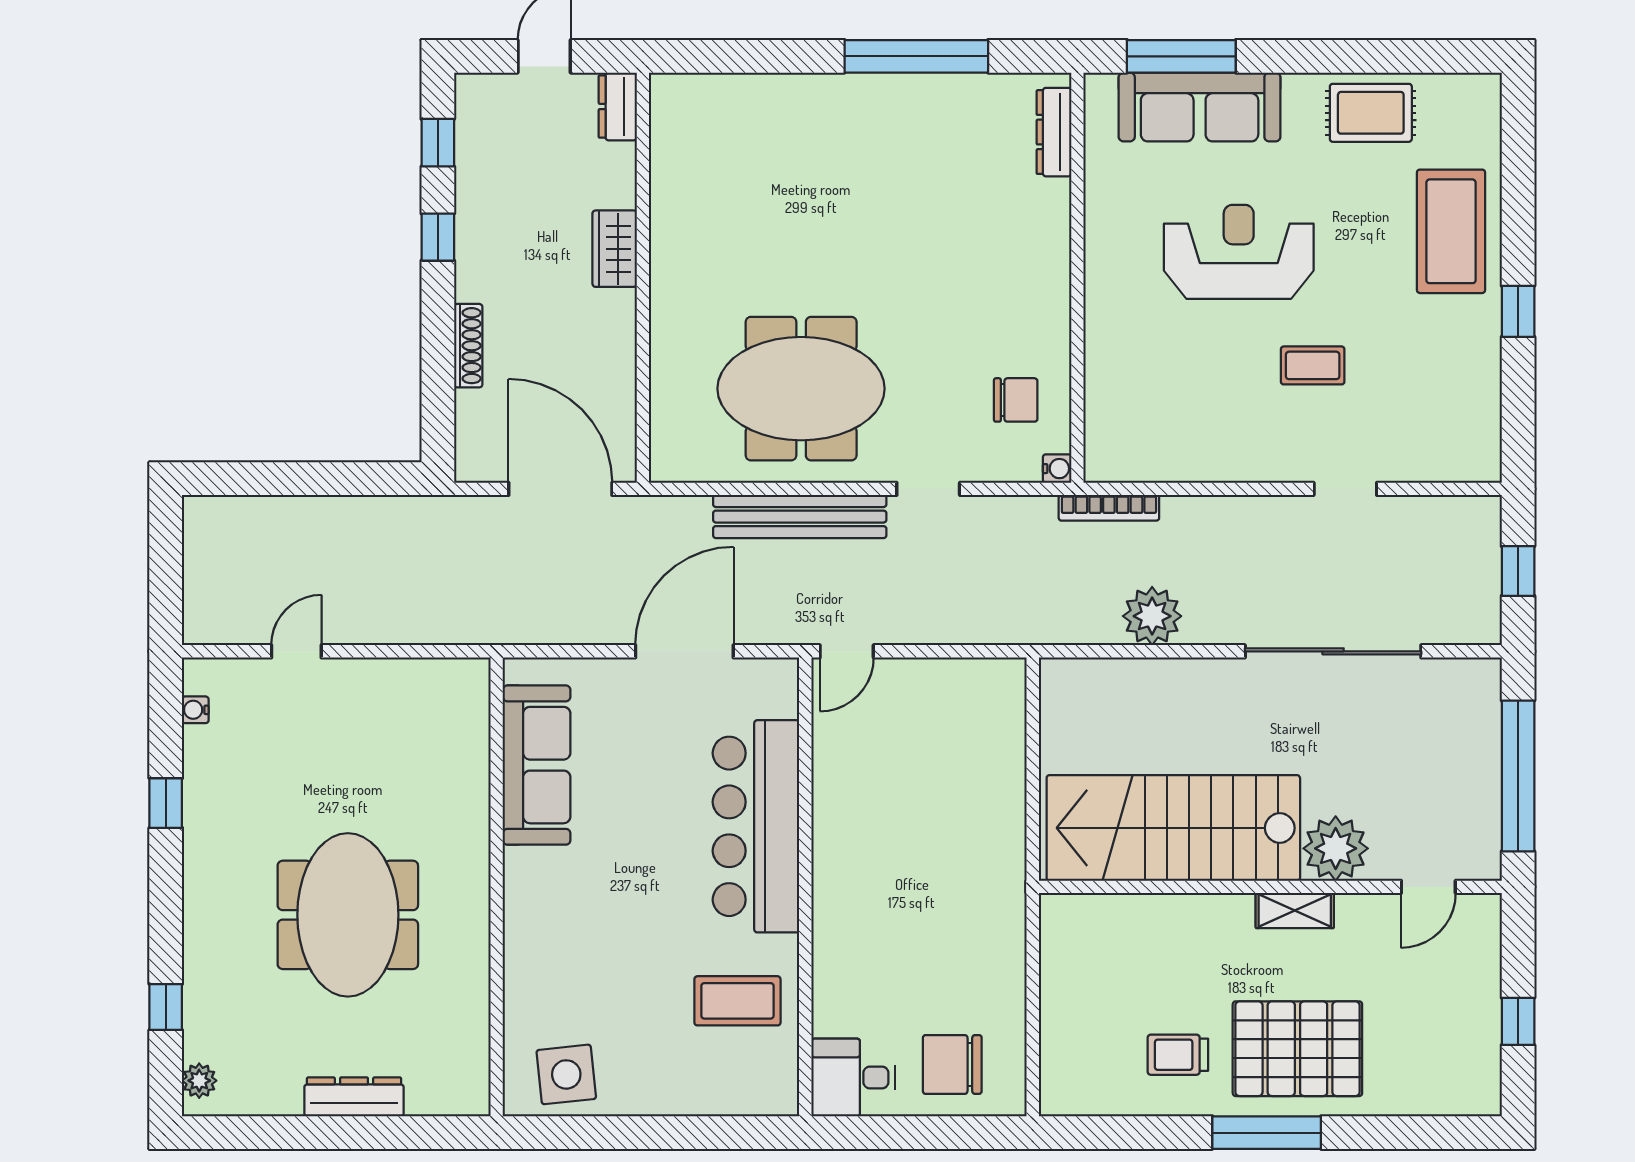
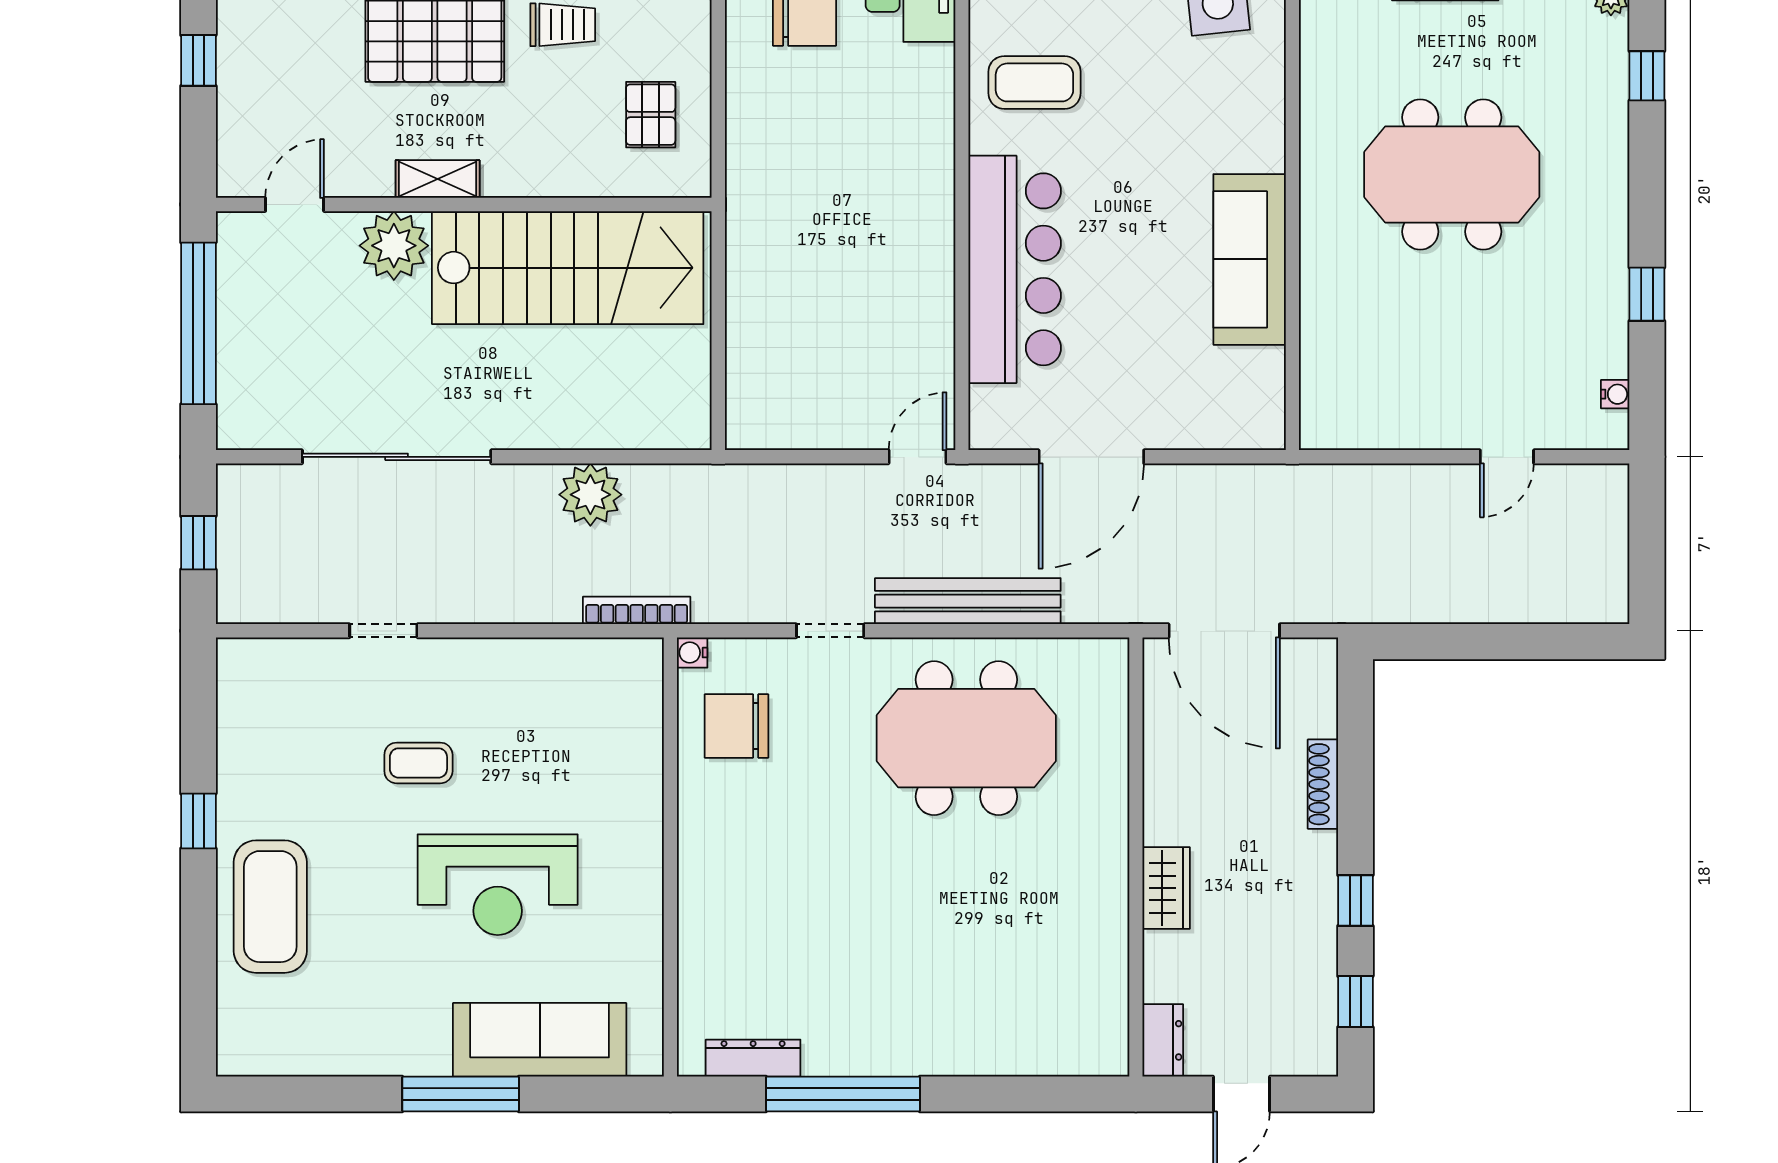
window: (1181, 56) -> (461, 1094), moved
rug: (1371, 113) -> (356, 1034), removed
dresser: (1054, 132) -> (753, 1058), moved, turned -90
chair: (1016, 400) -> (737, 726), width x1.37, depth x1.37
sofa: (537, 765) -> (1250, 259), moved
meeting table: (348, 915) -> (1452, 174), turned 90
pallet: (1096, 971) -> (651, 115), added

